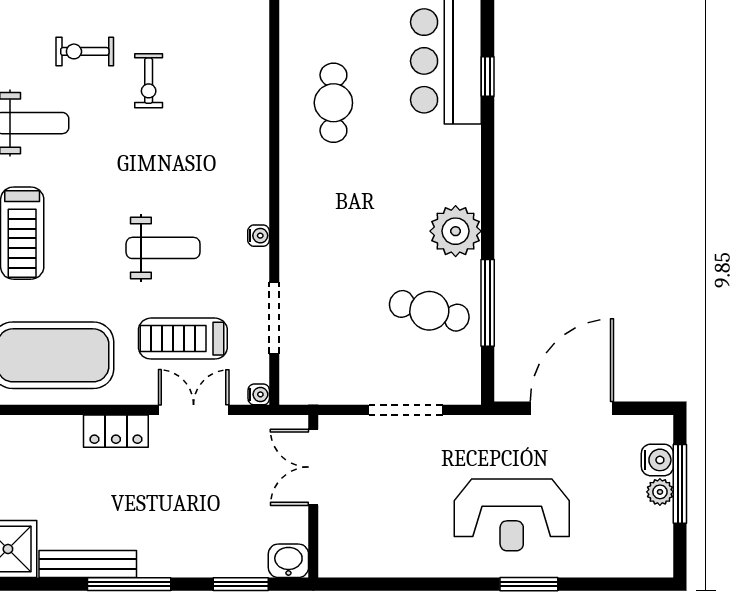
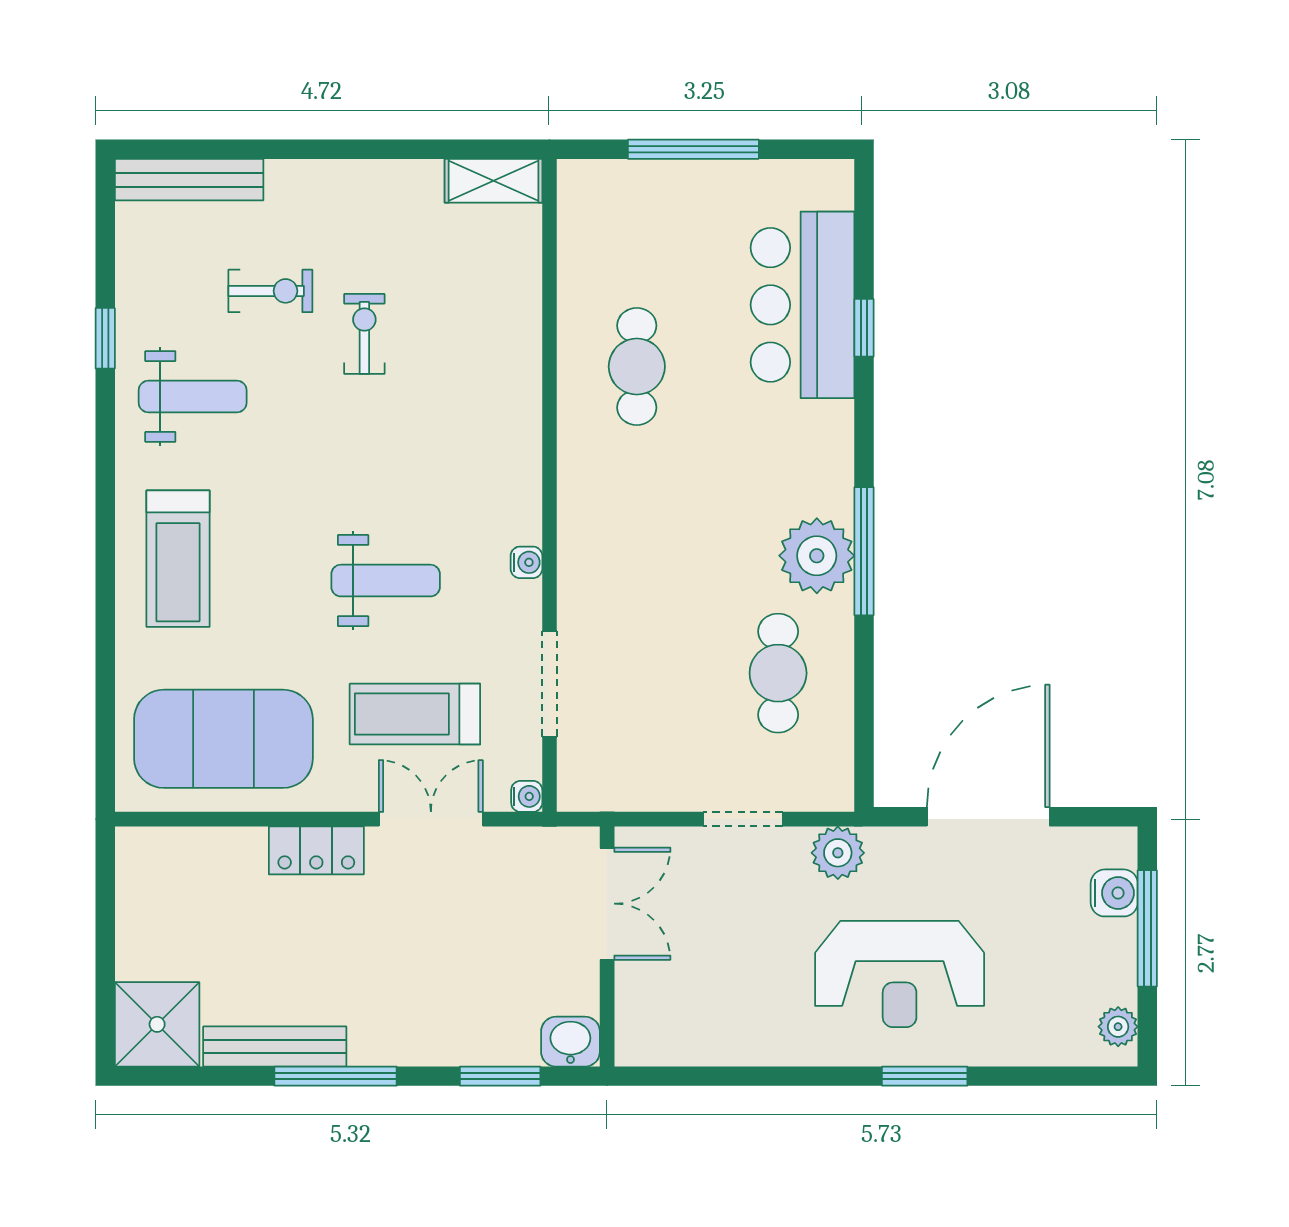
exercise bike: (85, 51) -> (270, 291), turned 180
exercise bike: (149, 81) -> (364, 334), turned 180
window: (488, 303) -> (864, 551), moved
cafe table: (429, 311) -> (778, 673), turned 76
doorway: (405, 410) -> (743, 819), width x0.73
plant: (470, 433) -> (838, 853), added
double door: (313, 467) -> (607, 904), swing flipped
plant: (660, 492) -> (1118, 1027), moved

